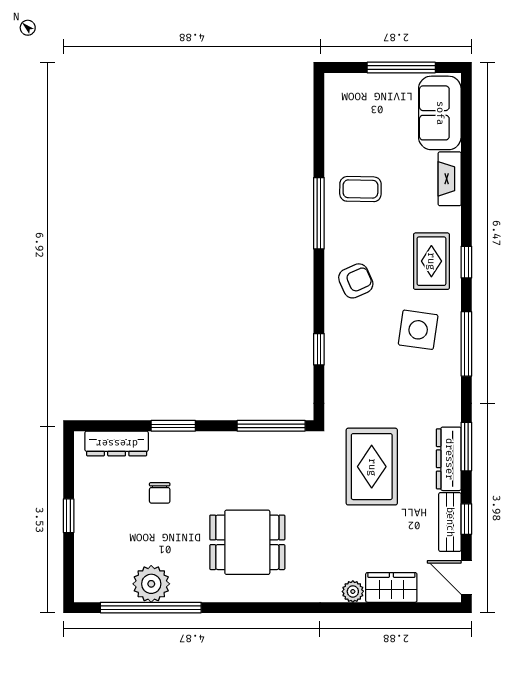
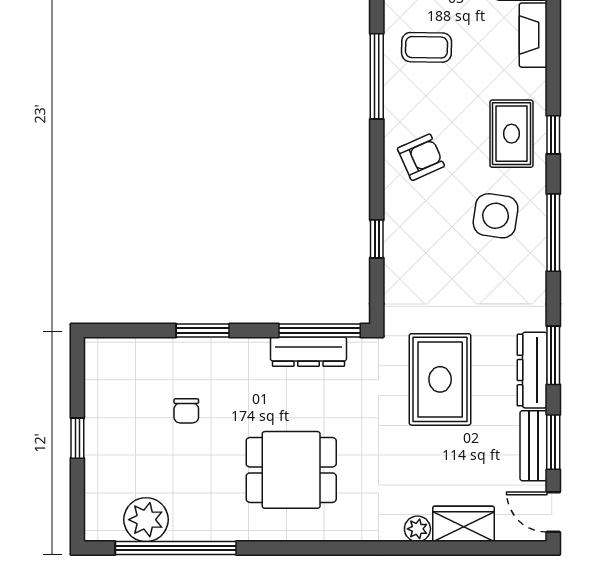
dresser: (117, 443) -> (308, 352), moved
window: (466, 519) -> (553, 442), width x1.50
plant: (151, 584) -> (146, 520), moved

